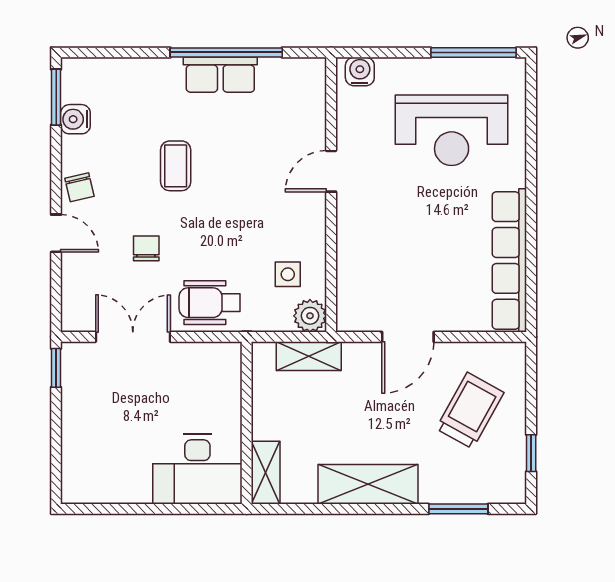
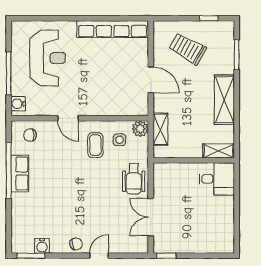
window: (473, 52) -> (9, 73), moved
coffee table: (176, 166) -> (95, 145), moved, turned 90
chair: (146, 248) -> (30, 135), moved
desk: (197, 469) -> (217, 179), width x0.73

